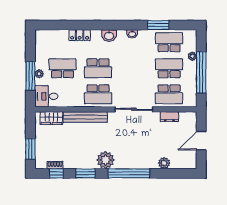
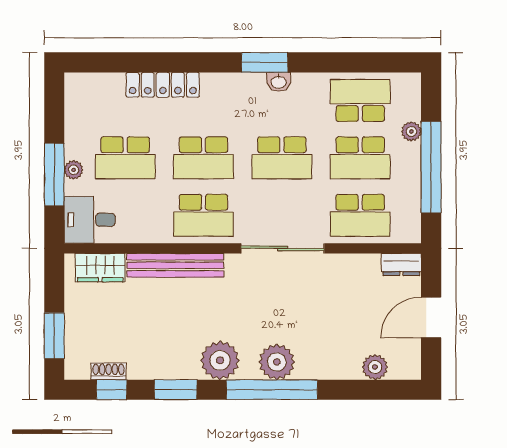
window: (158, 25) -> (265, 62), moved
locker: (80, 35) -> (163, 85), width x1.53
washbasin: (109, 36) -> (228, 86), removed
school desk: (63, 68) -> (125, 158), turned 180
school desk: (134, 68) -> (282, 158), added
school desk: (169, 68) -> (360, 158), turned 180
dresser: (169, 117) -> (401, 265), moved
plant: (131, 161) -> (277, 362), added
plant: (164, 163) -> (375, 367), moved

